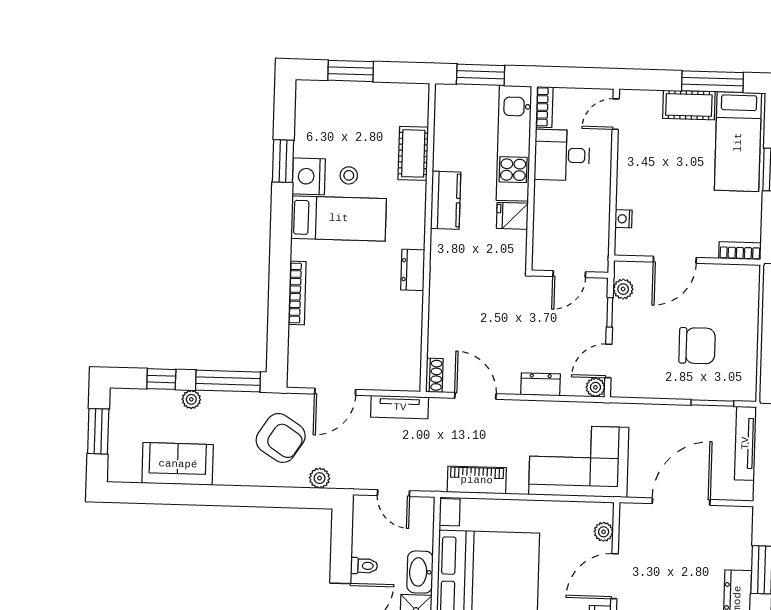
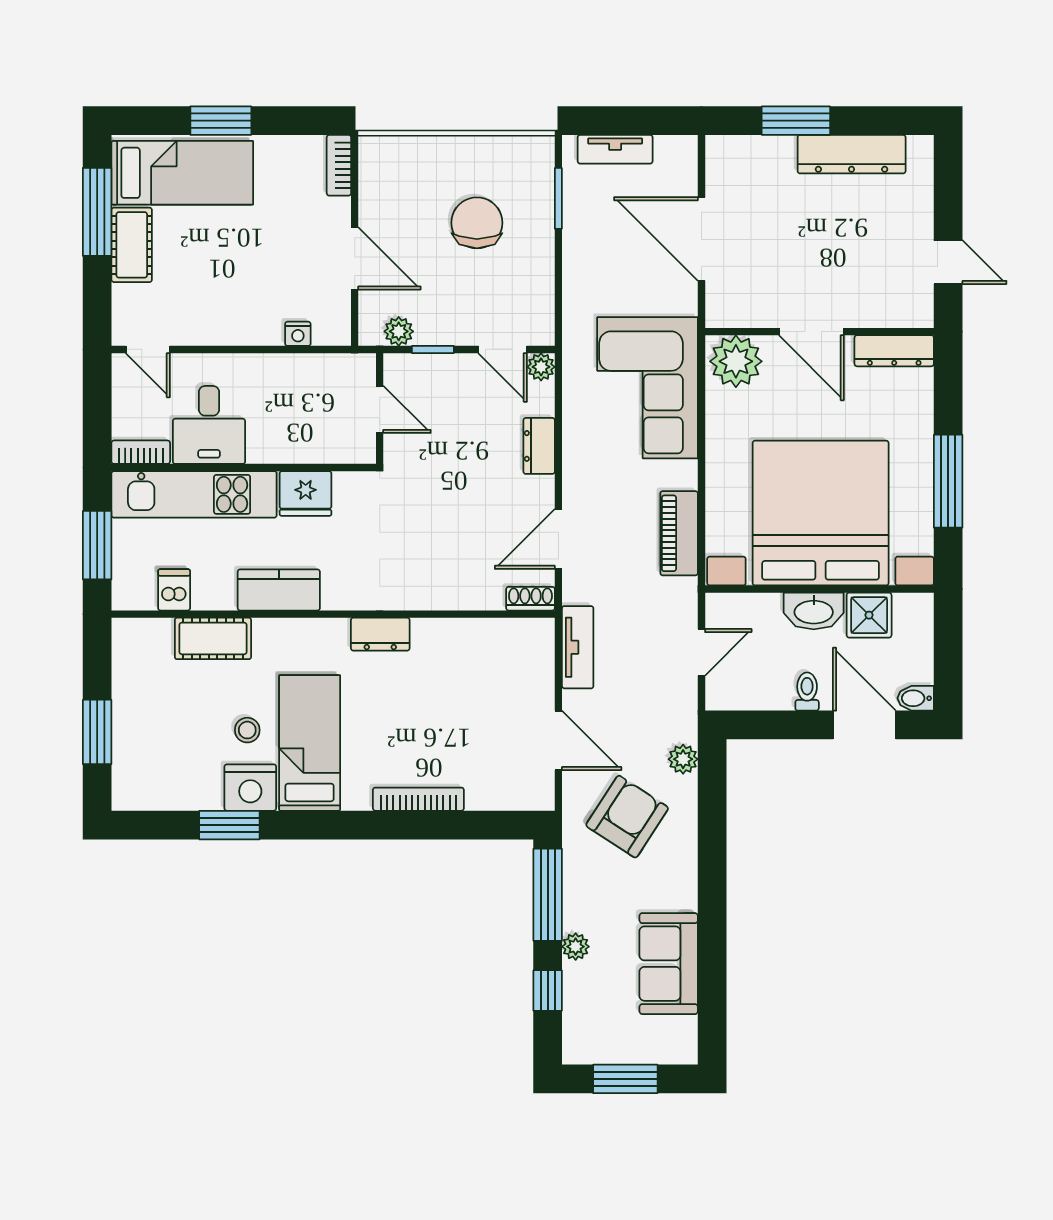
dishwasher: (448, 127) -> (174, 590), added
fridge: (512, 216) -> (306, 493), width x1.38
tv unit: (745, 443) -> (615, 149), width x0.71
plant: (604, 532) -> (736, 361), width x1.88, depth x1.88

